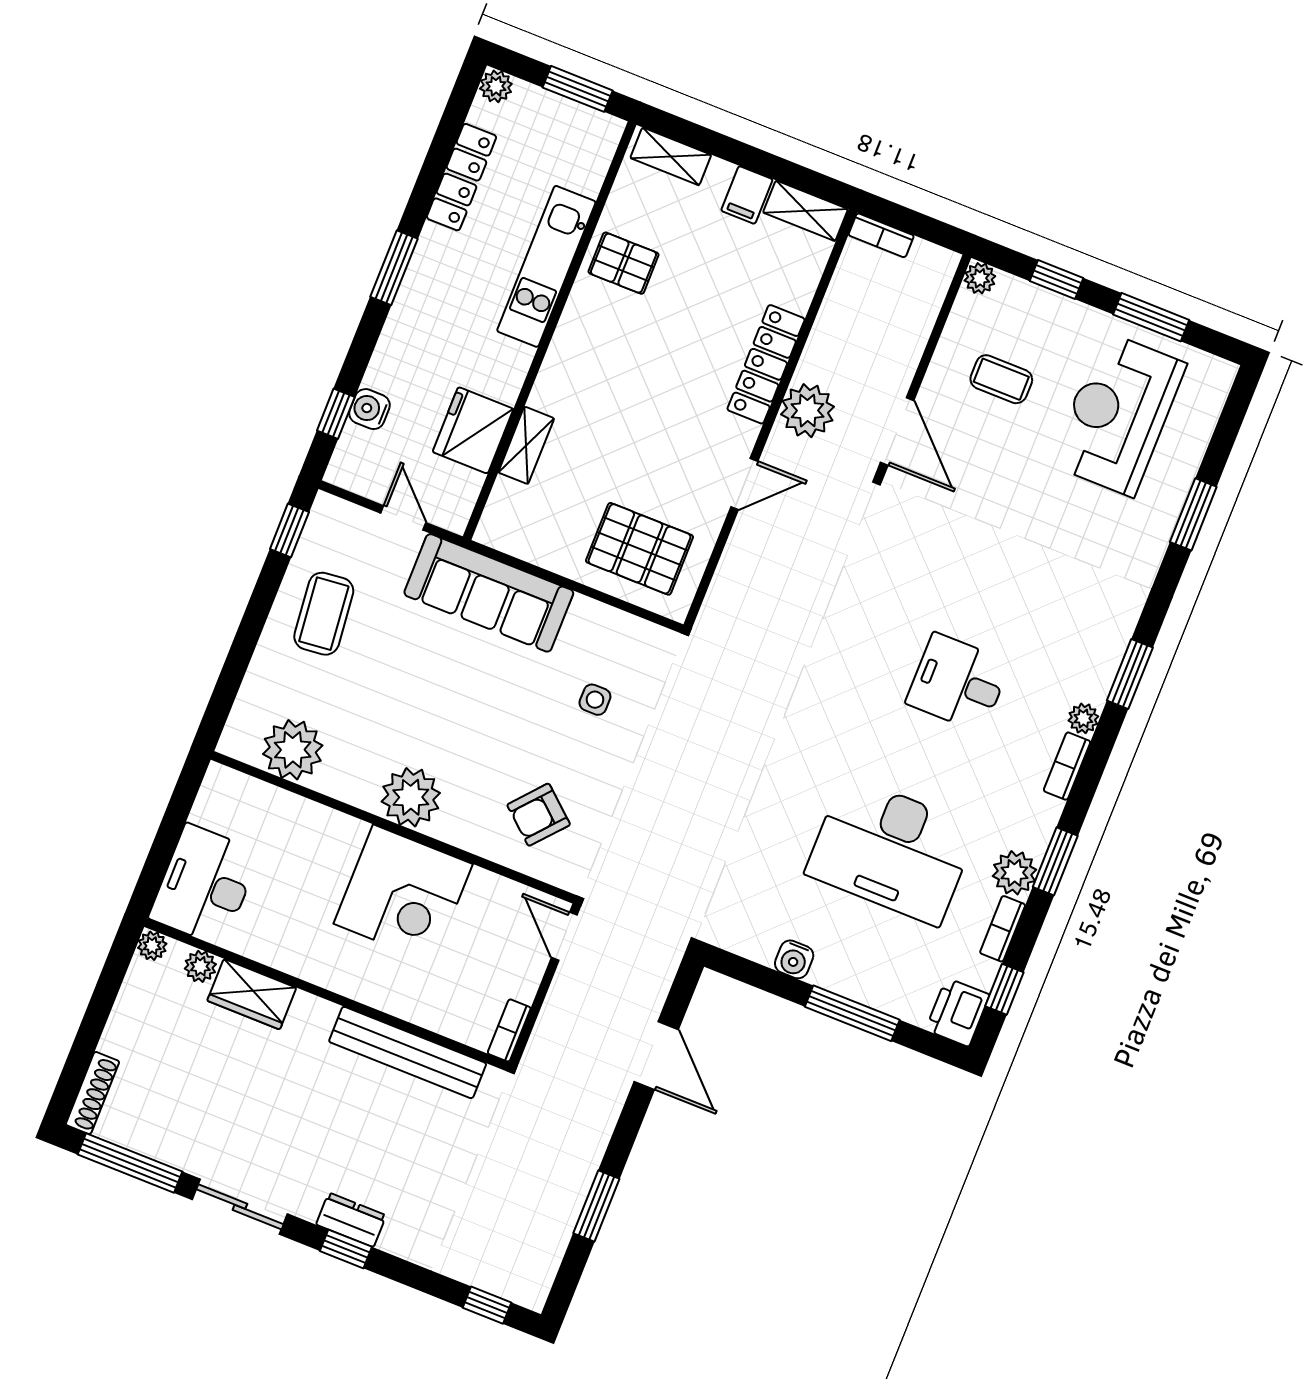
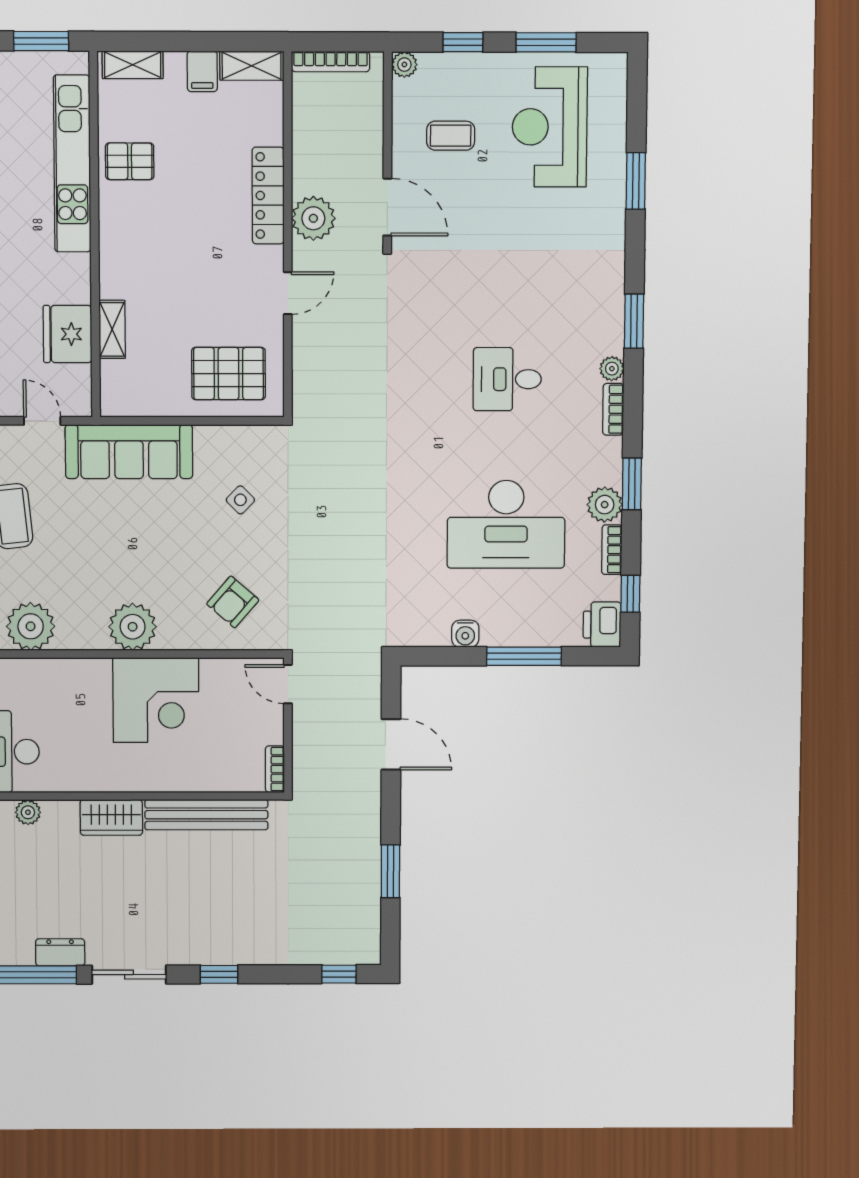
bookcase: (881, 235) -> (331, 62), width x1.56
kitchen unit: (546, 266) -> (72, 164), width x1.36
side table: (595, 700) -> (240, 500), turned 45
wardrobe: (252, 994) -> (111, 817), moved
dresser: (351, 1220) -> (60, 952), moved

